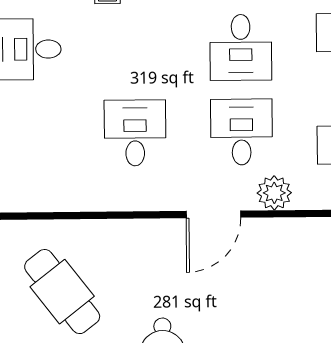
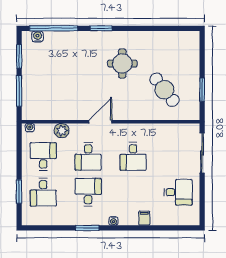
plant: (274, 193) -> (62, 131), moved

